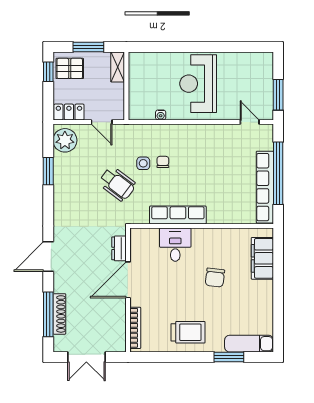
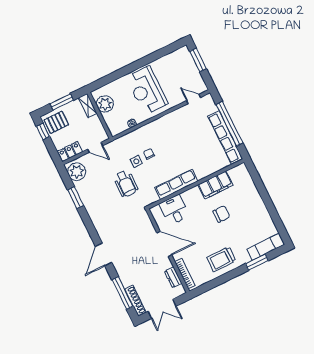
plant: (139, 75) -> (105, 104), added
window: (278, 95) -> (198, 60), moved
wheelchair: (117, 184) -> (126, 184), turned 53
desk: (175, 245) -> (174, 210), moved
dresser: (119, 248) -> (173, 277), moved
filing cabinet: (262, 258) -> (215, 185), moved, turned -90
chair: (215, 278) -> (221, 214), turned -97
door: (128, 280) -> (164, 244), swing flipped
shoe rack: (59, 314) -> (135, 301), moved
trolley: (188, 332) -> (221, 259), turned 180

